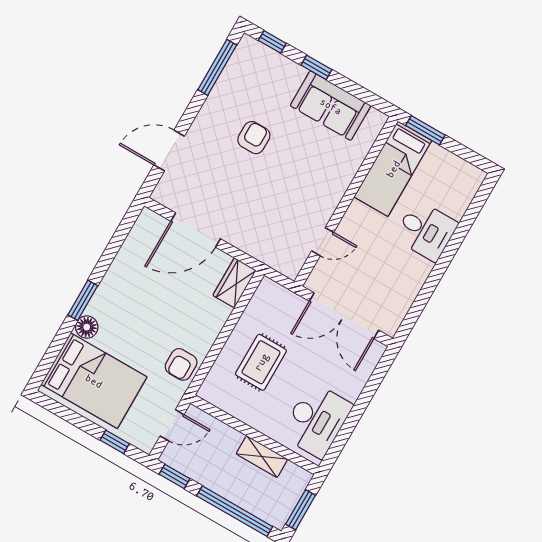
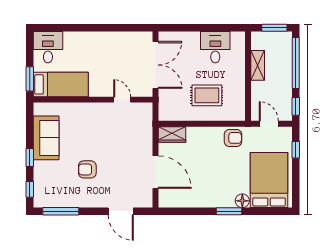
desk: (426, 231) -> (48, 47), moved
desk: (316, 420) -> (215, 47), width x0.73

